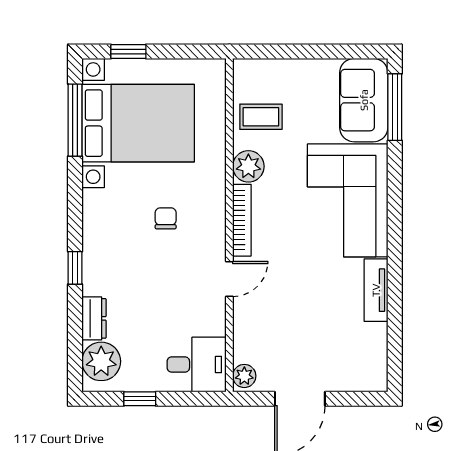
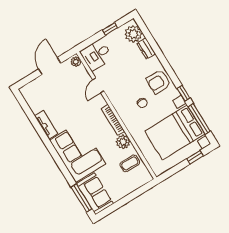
armchair: (109, 240) -> (159, 82), added
window: (75, 268) -> (183, 93), moved
door: (229, 279) -> (98, 85), moved

